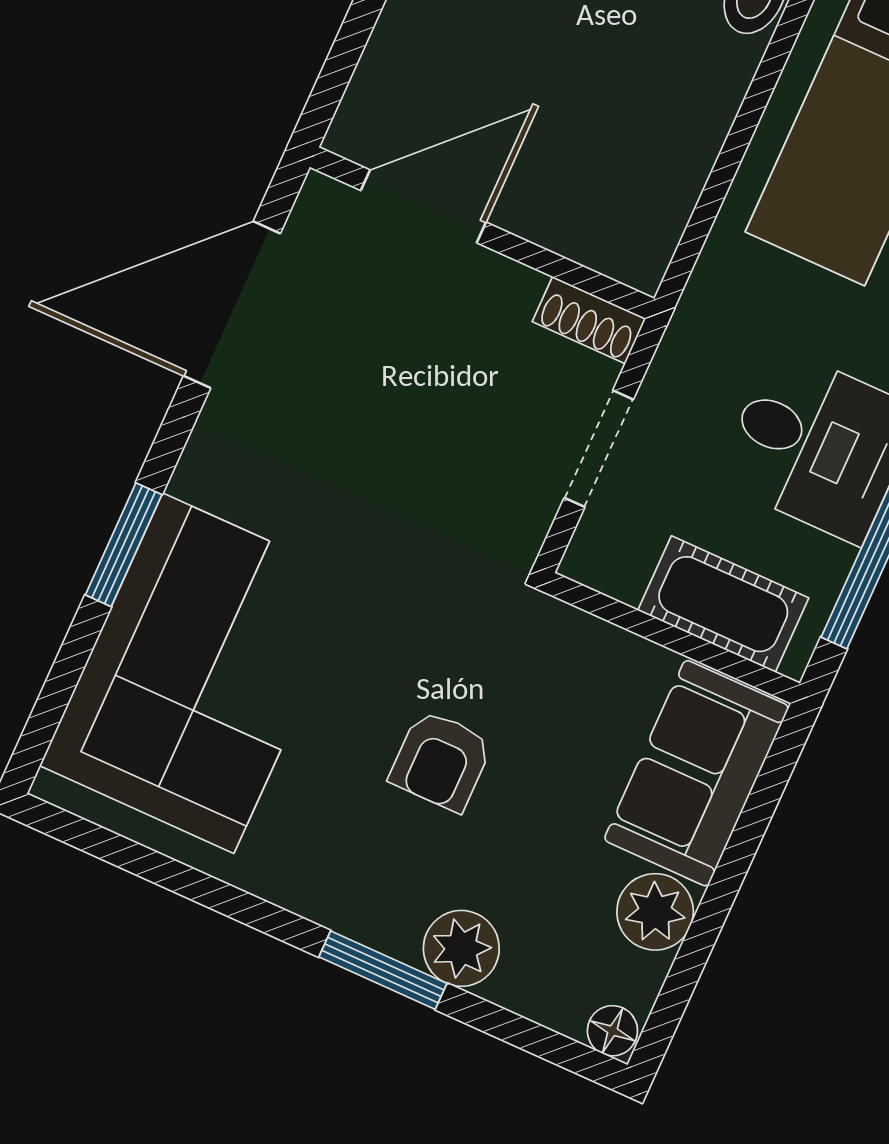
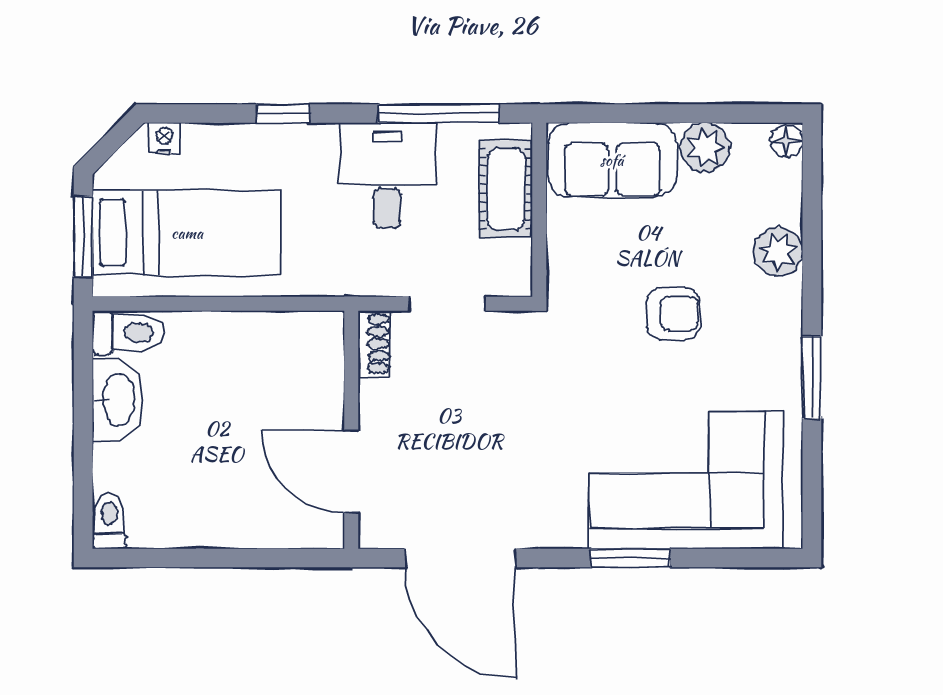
window: (383, 970) -> (812, 377), moved

